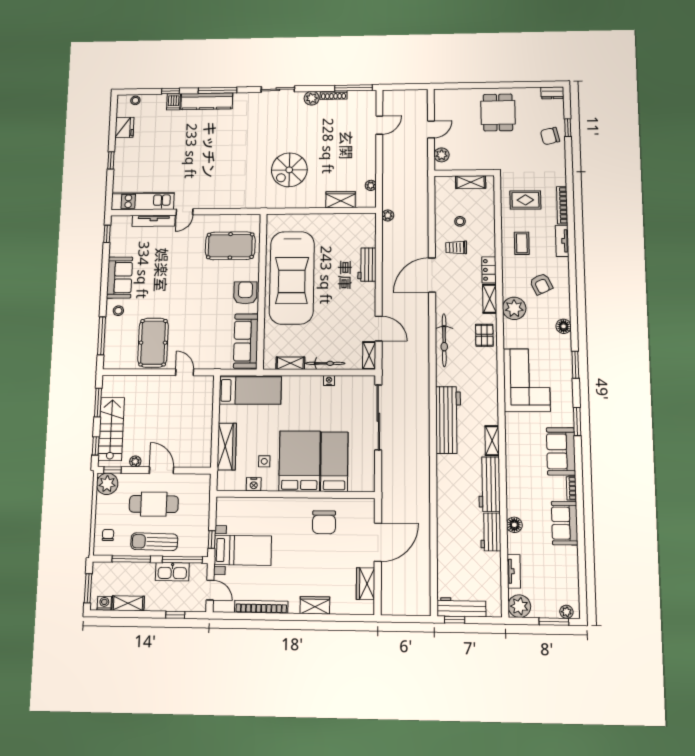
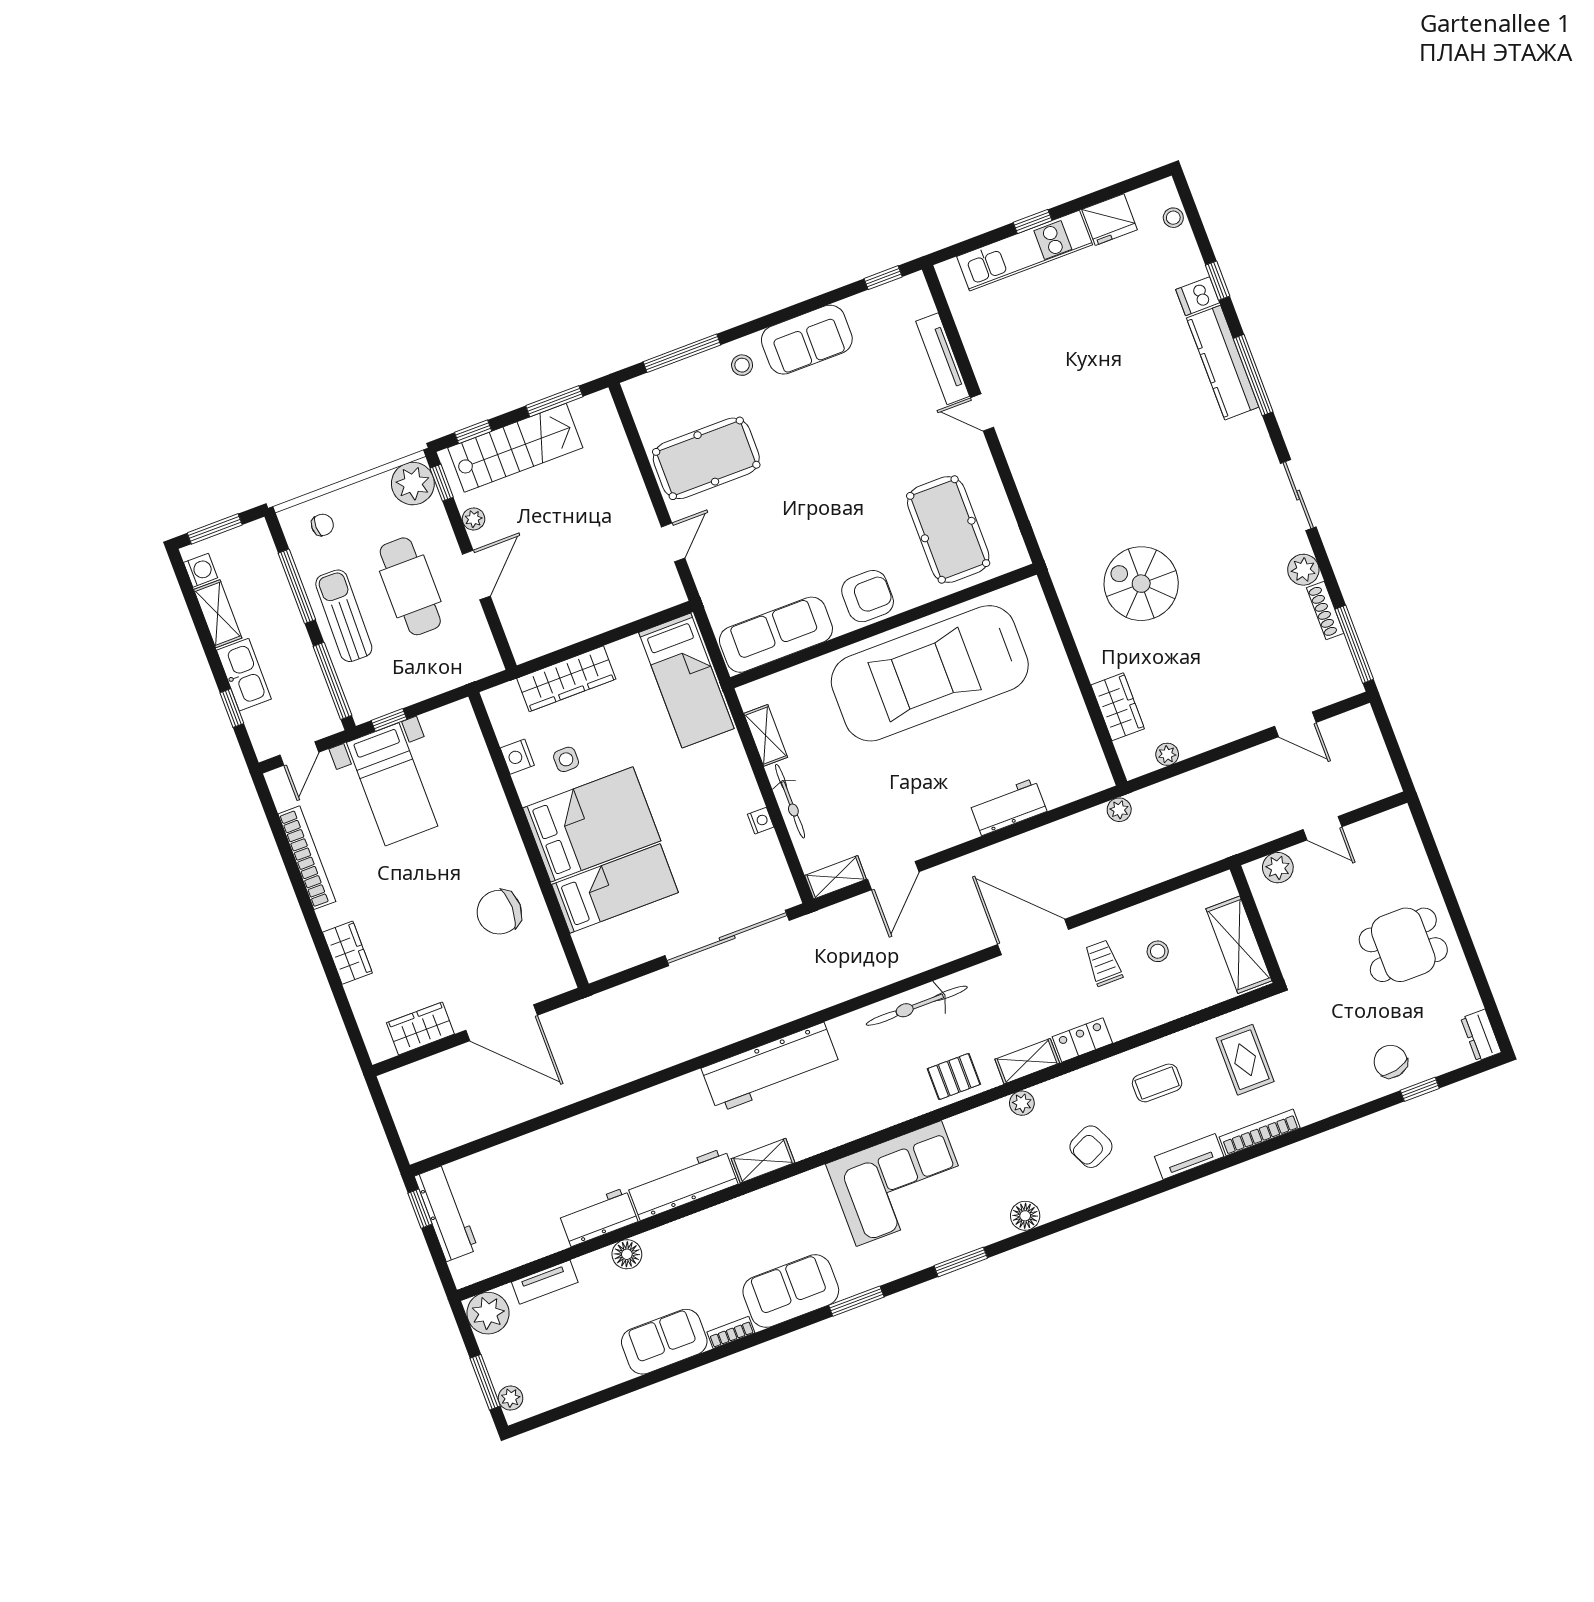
shelving: (471, 182) -> (1239, 945), width x1.50, depth x1.33
kitchen unit: (143, 201) -> (1025, 251), moved, turned 90
plant: (514, 308) -> (1022, 1103), width x0.53, depth x0.53
kitchen sink: (172, 572) -> (244, 675), moved, turned 180

